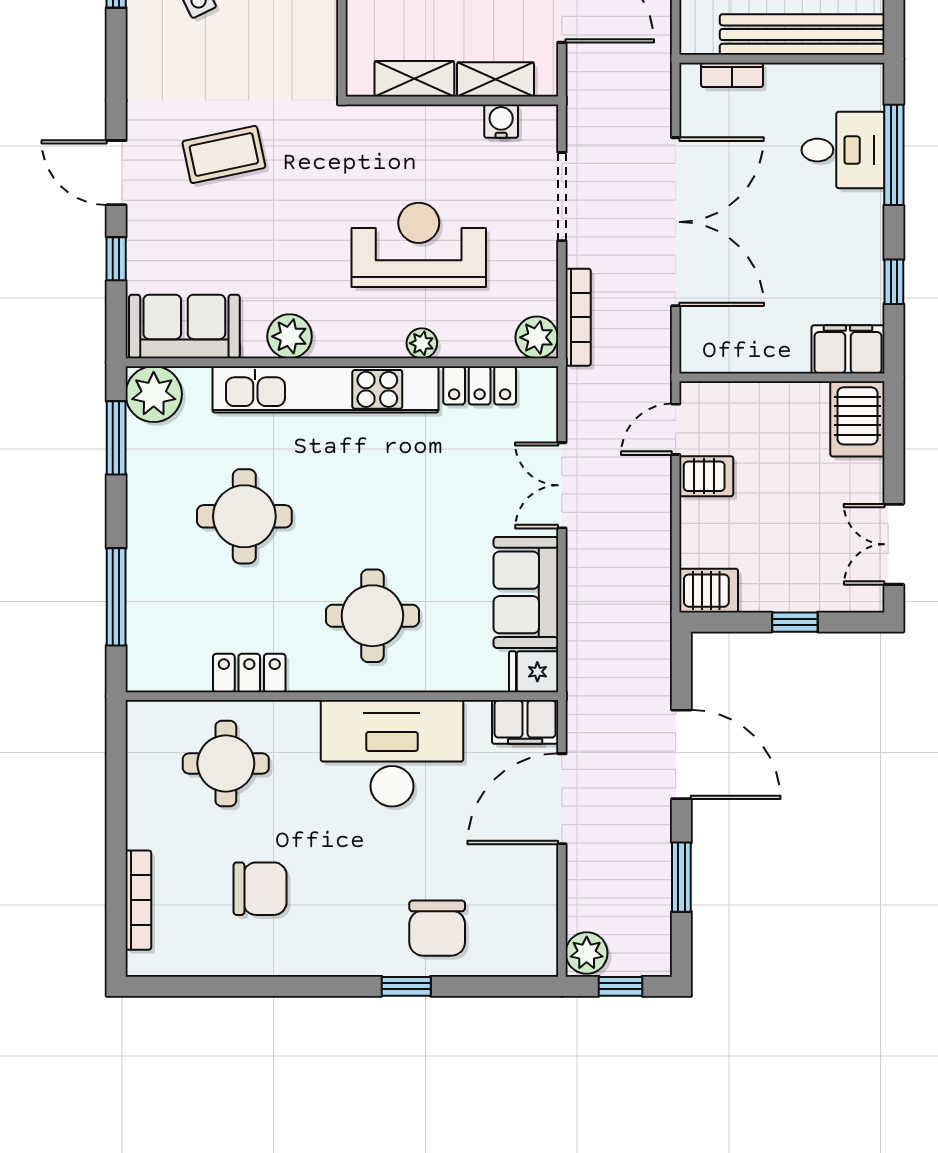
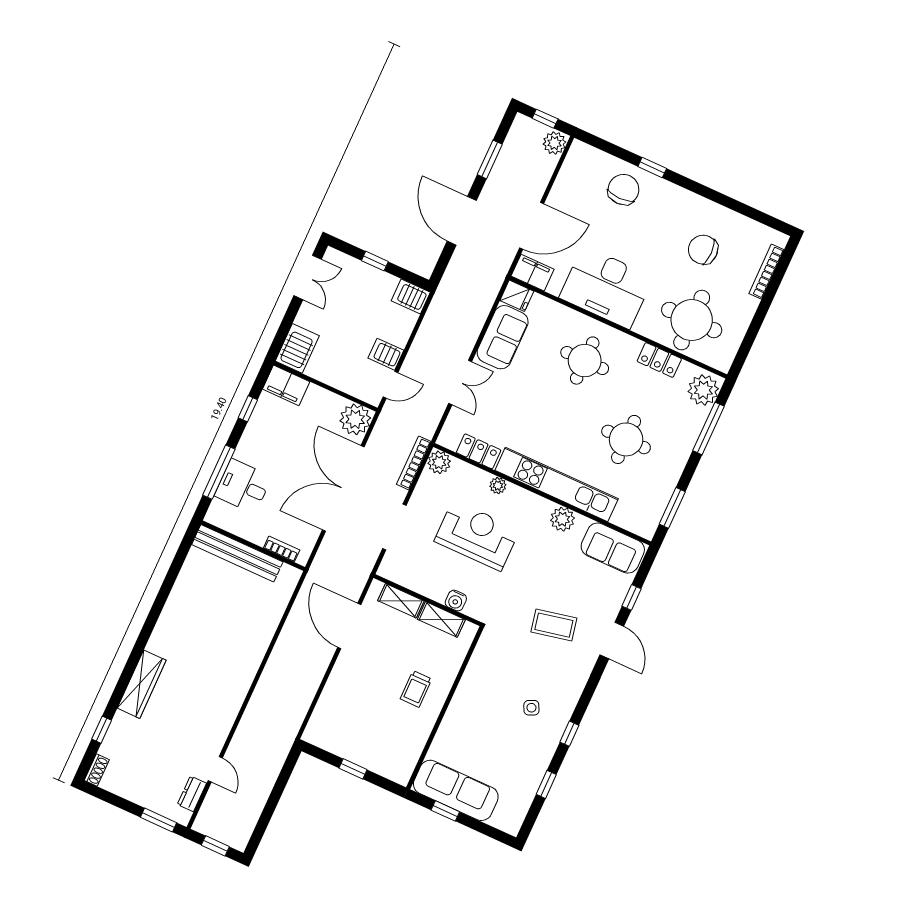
water cooler: (501, 121) -> (456, 601), moved
reception desk: (419, 245) -> (477, 535), turned 180
plant: (708, 345) -> (355, 419), added
plant: (154, 394) -> (703, 390), moved
round table: (226, 763) -> (692, 320), width x1.36, depth x1.36

